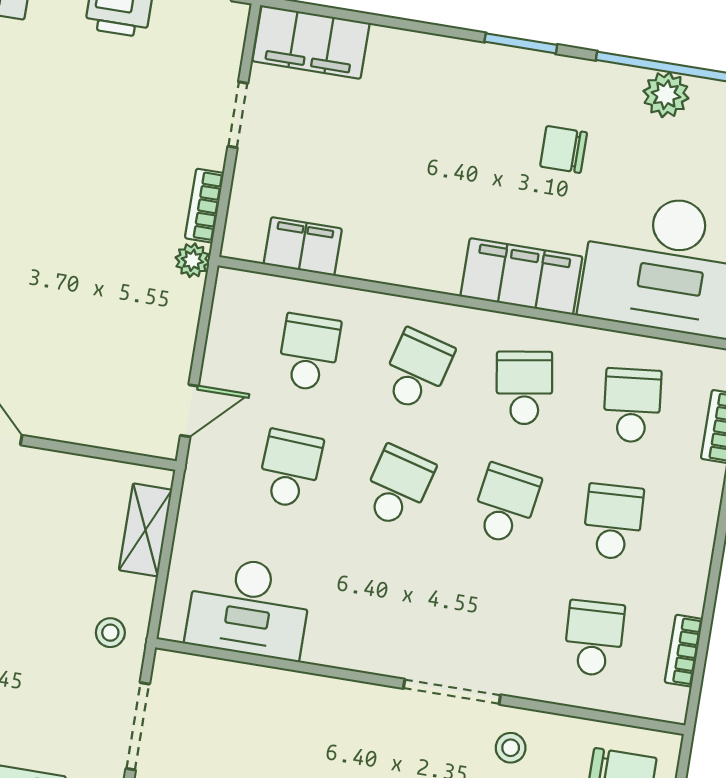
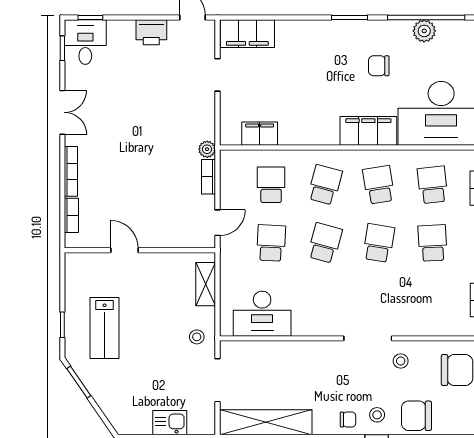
bookcase: (204, 206) -> (209, 177), moved
school desk: (594, 638) -> (433, 301), removed

